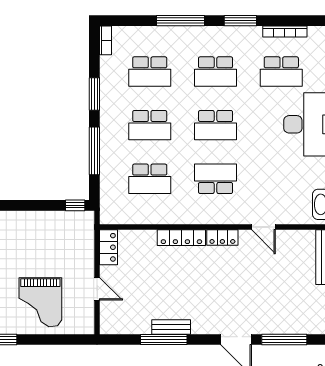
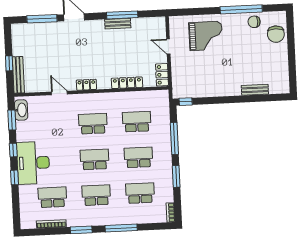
school desk: (216, 179) -> (93, 124), turned 180
locker: (181, 238) -> (127, 83), moved
grand piano: (40, 302) -> (206, 36), turned 90

